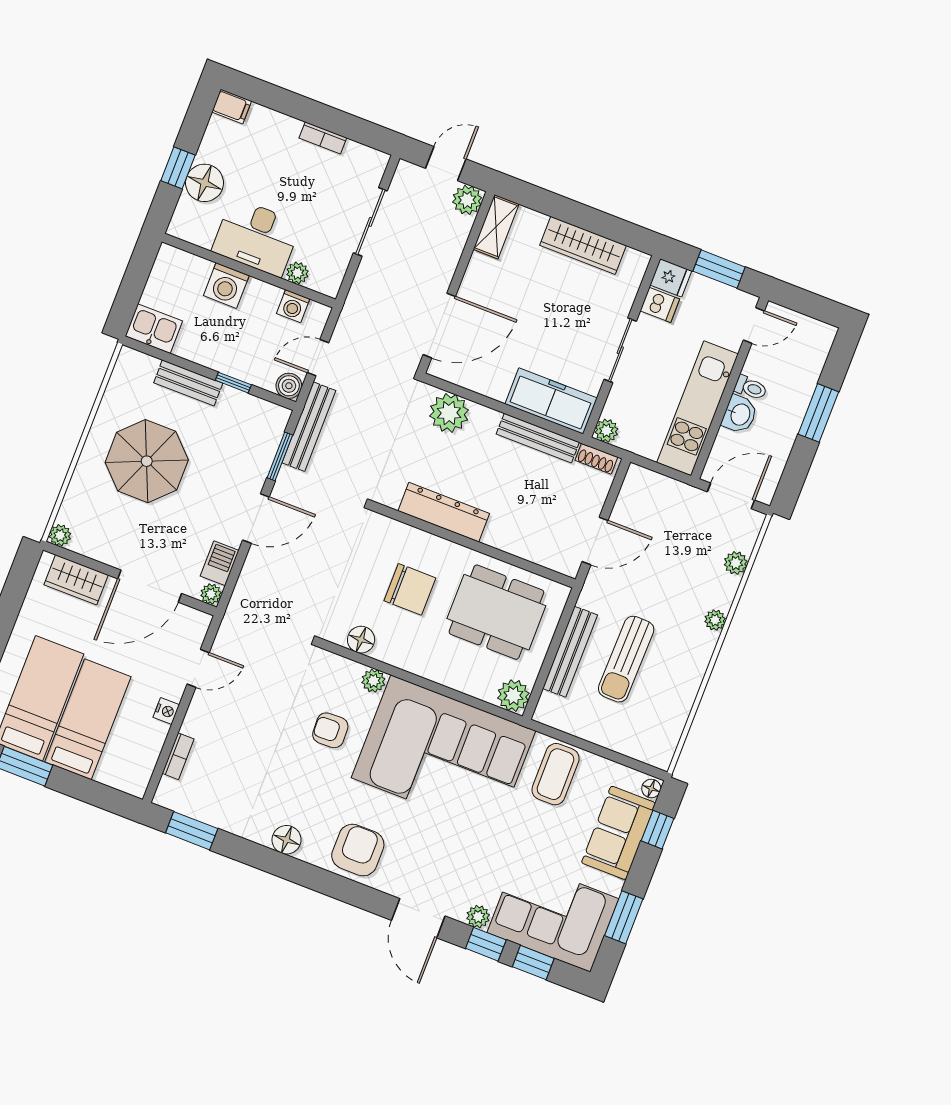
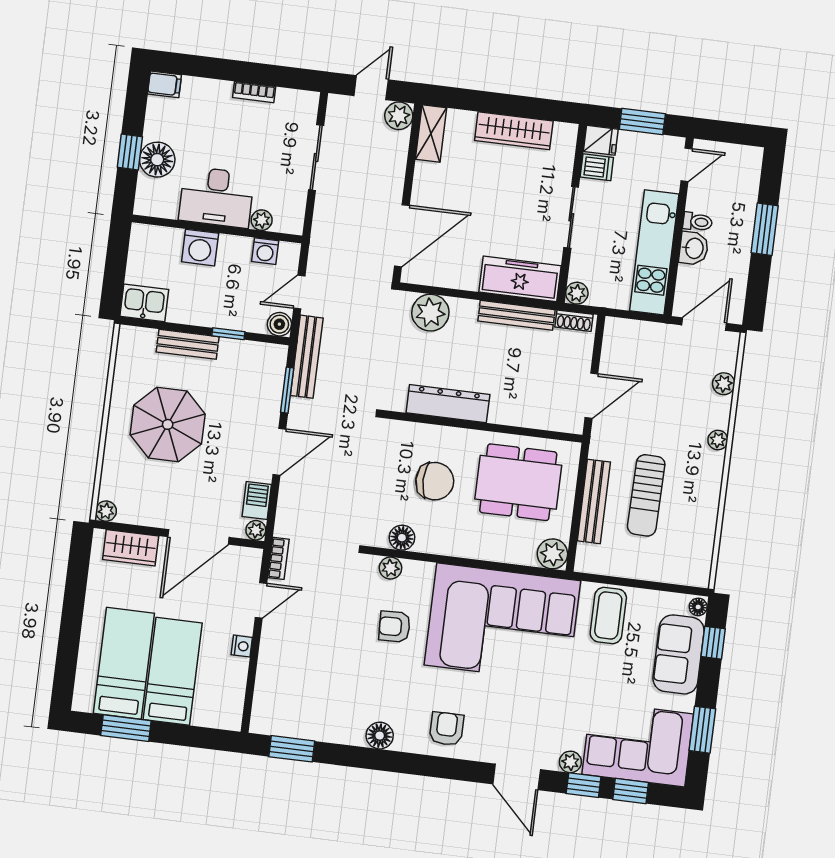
plant: (373, 681) -> (390, 568), moved
bookcase: (178, 756) -> (278, 558), moved
armchair: (358, 850) -> (447, 729), width x0.72, depth x0.72

